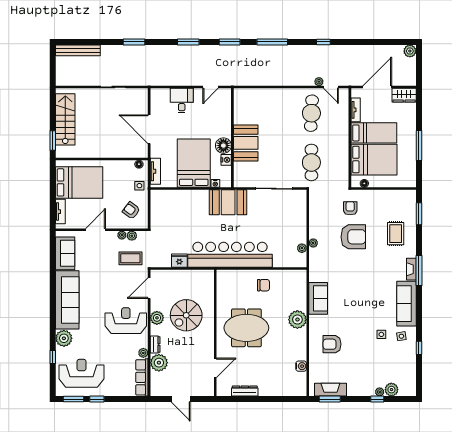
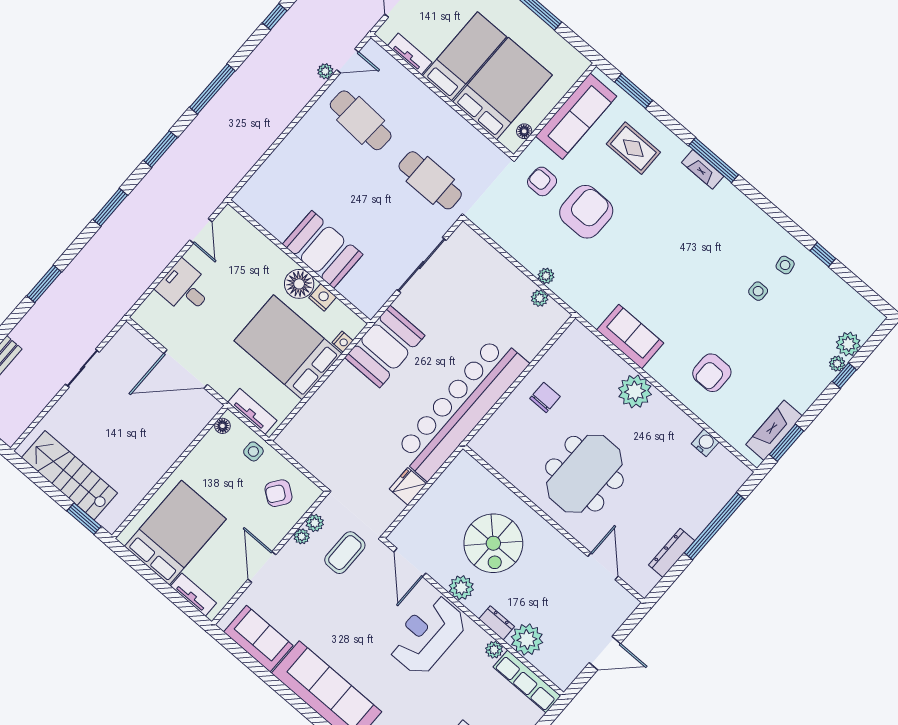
sofa: (407, 304) -> (576, 116), moved, turned -90
window: (271, 399) -> (714, 526), added

